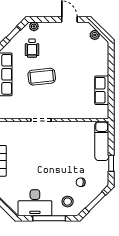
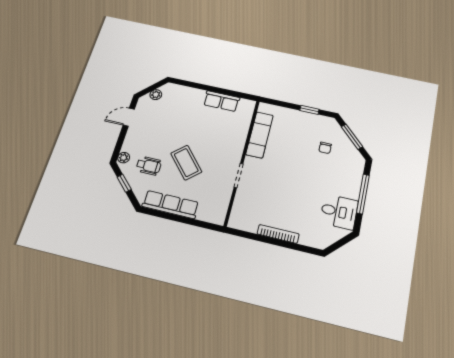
coffee table: (42, 77) -> (186, 163), turned -36
exam couch: (102, 141) -> (259, 135), moved, turned -90
stool: (68, 202) -> (346, 168), removed
desk: (35, 203) -> (339, 212), width x0.73

